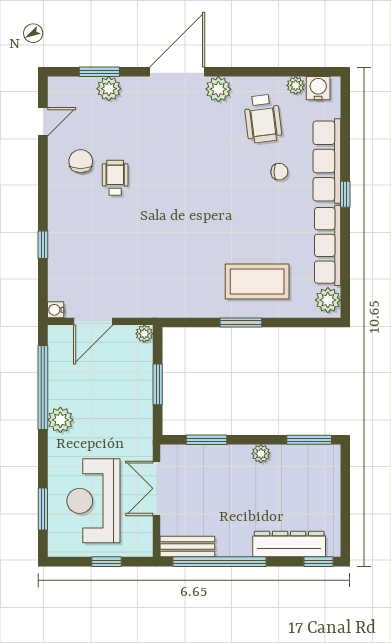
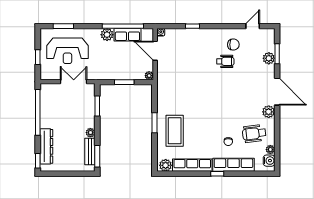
door: (43, 122) -> (253, 26), swing flipped
row of seats: (61, 378) -> (127, 35), added
reception desk: (93, 501) -> (67, 51), turned 180
bench: (187, 547) -> (90, 151), moved

